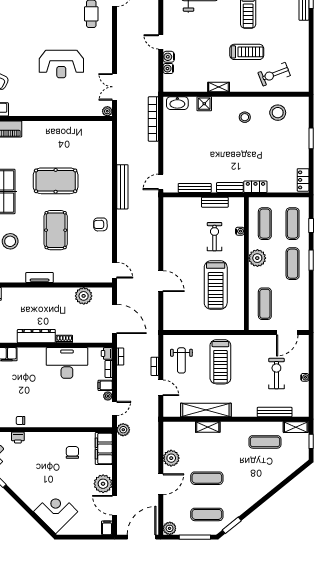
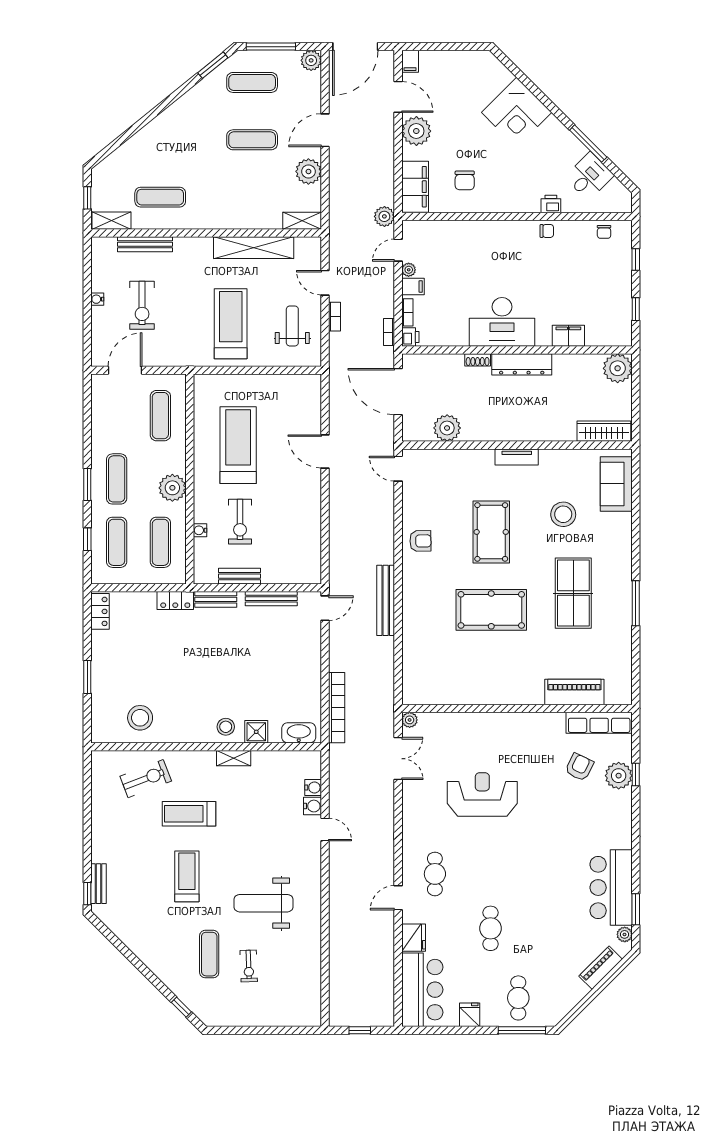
stool: (245, 117) -> (226, 727), moved
desk: (67, 363) -> (502, 322), moved
shelving: (208, 427) -> (302, 221), moved
corner desk: (56, 512) -> (517, 112), moved

